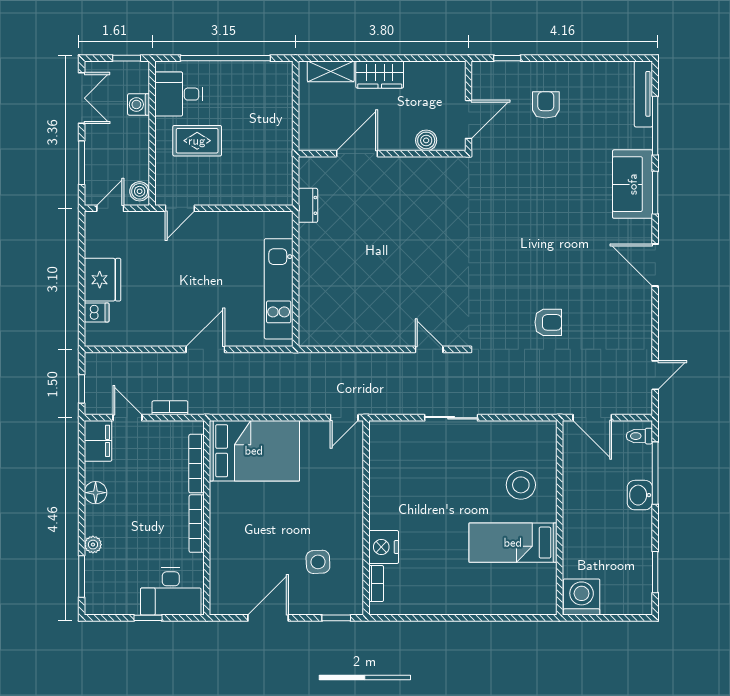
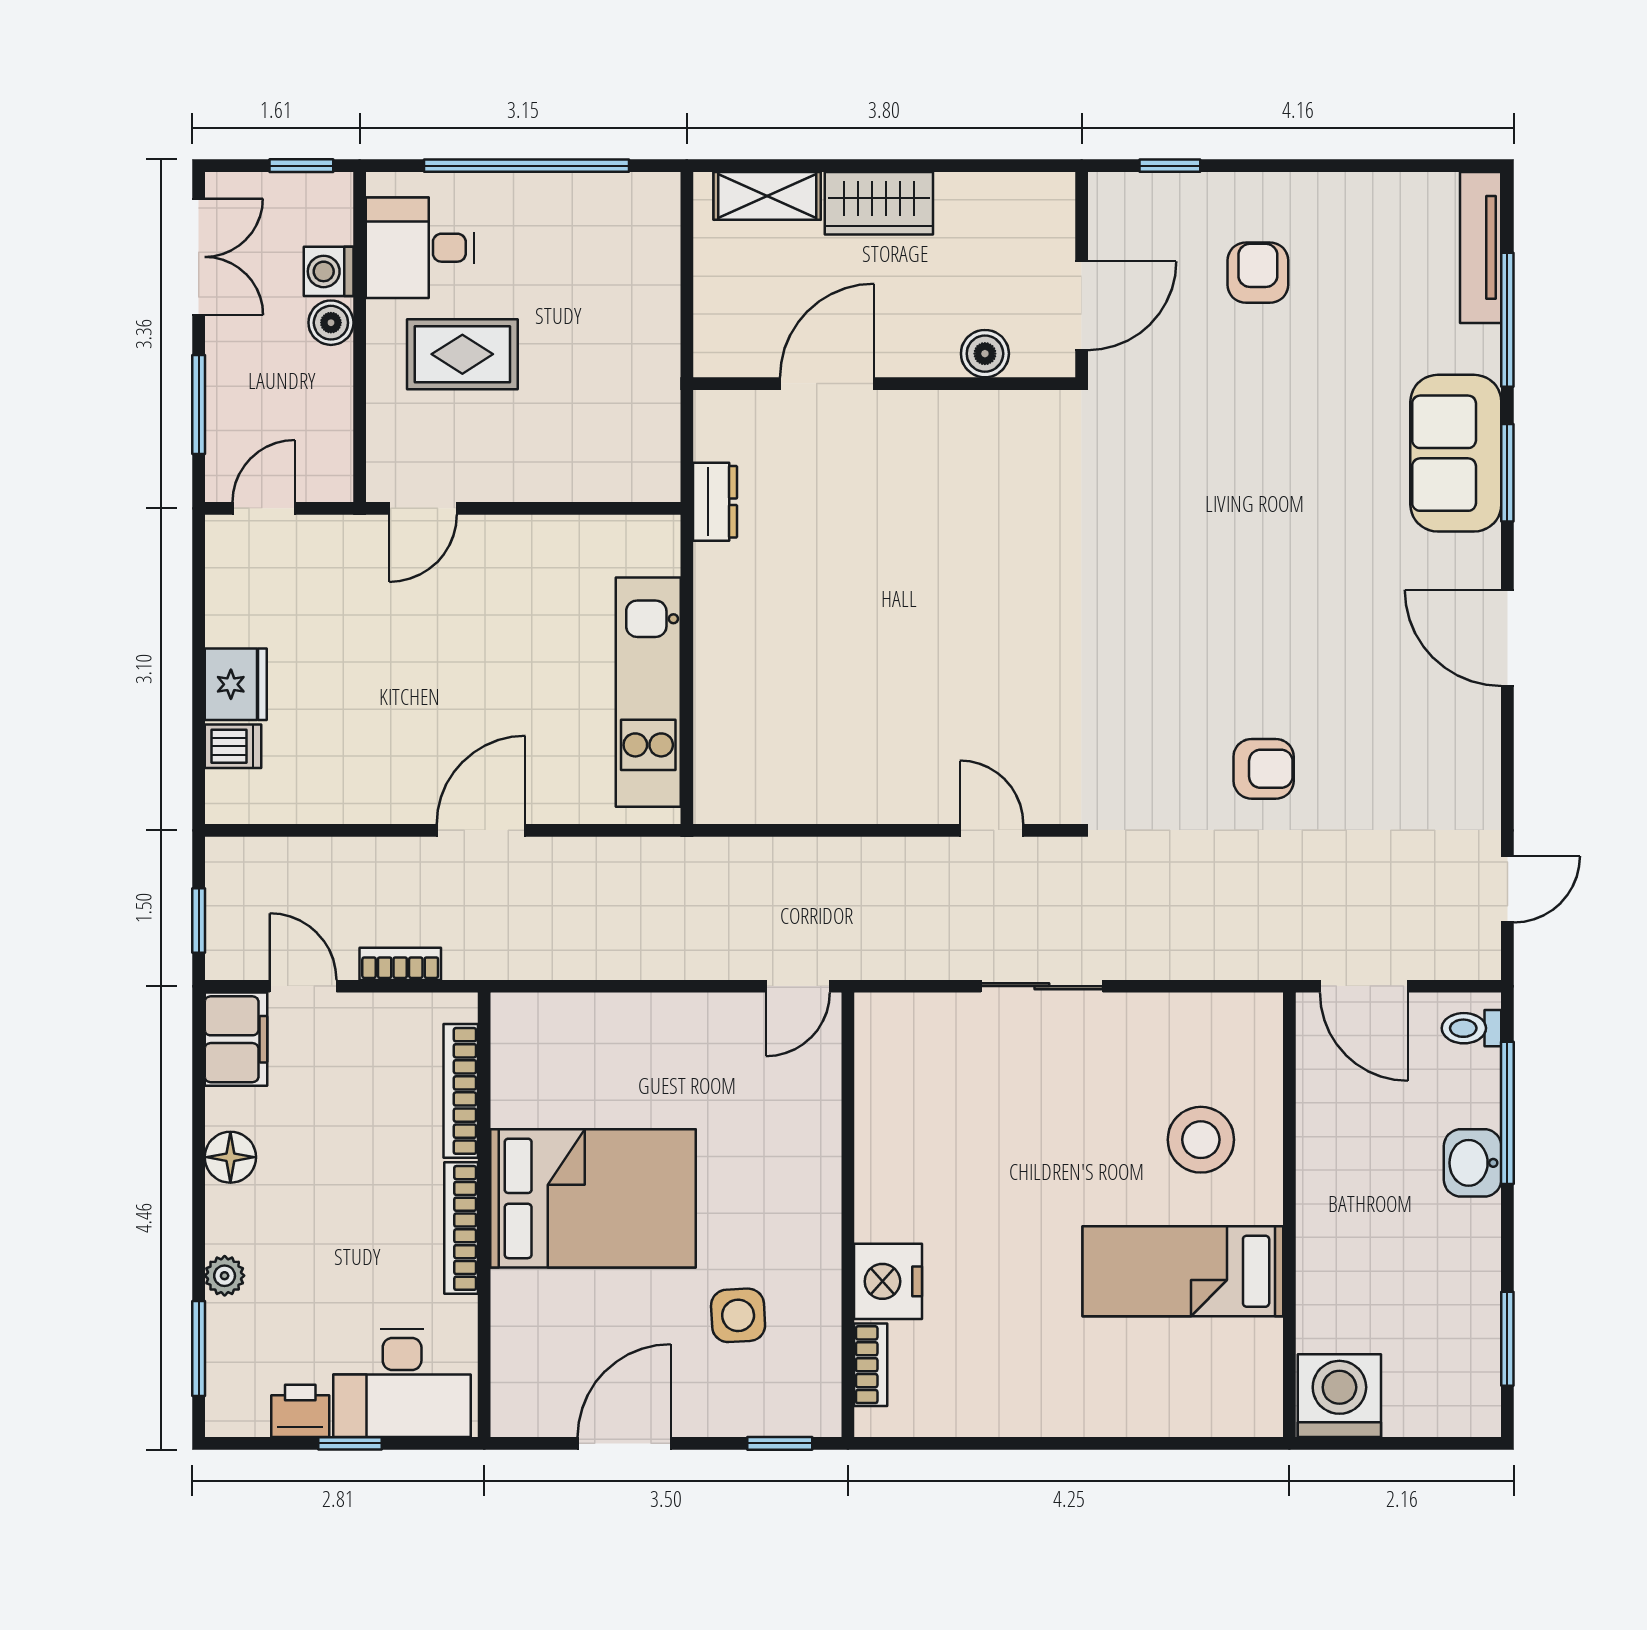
boiler: (140, 191) -> (331, 323), moved
fridge: (102, 280) -> (236, 684), width x0.73, depth x0.75
bed: (254, 451) -> (593, 1198), moved
printer: (126, 604) -> (300, 1411), added

